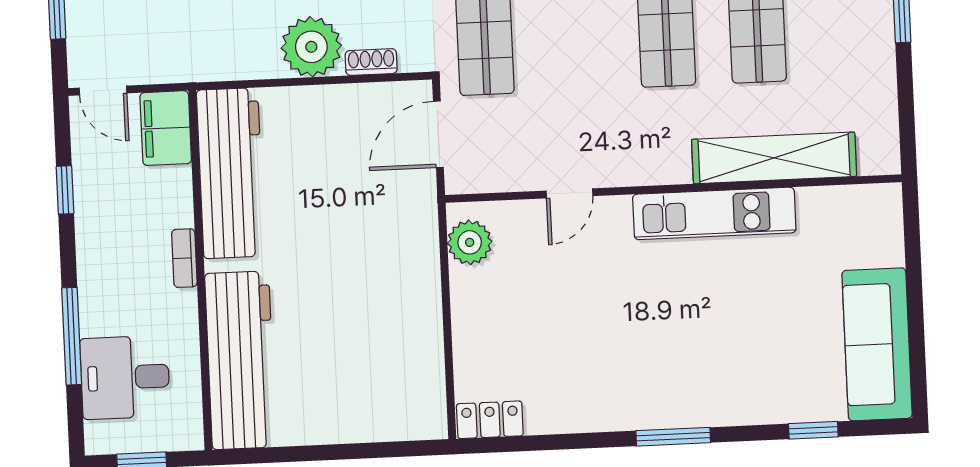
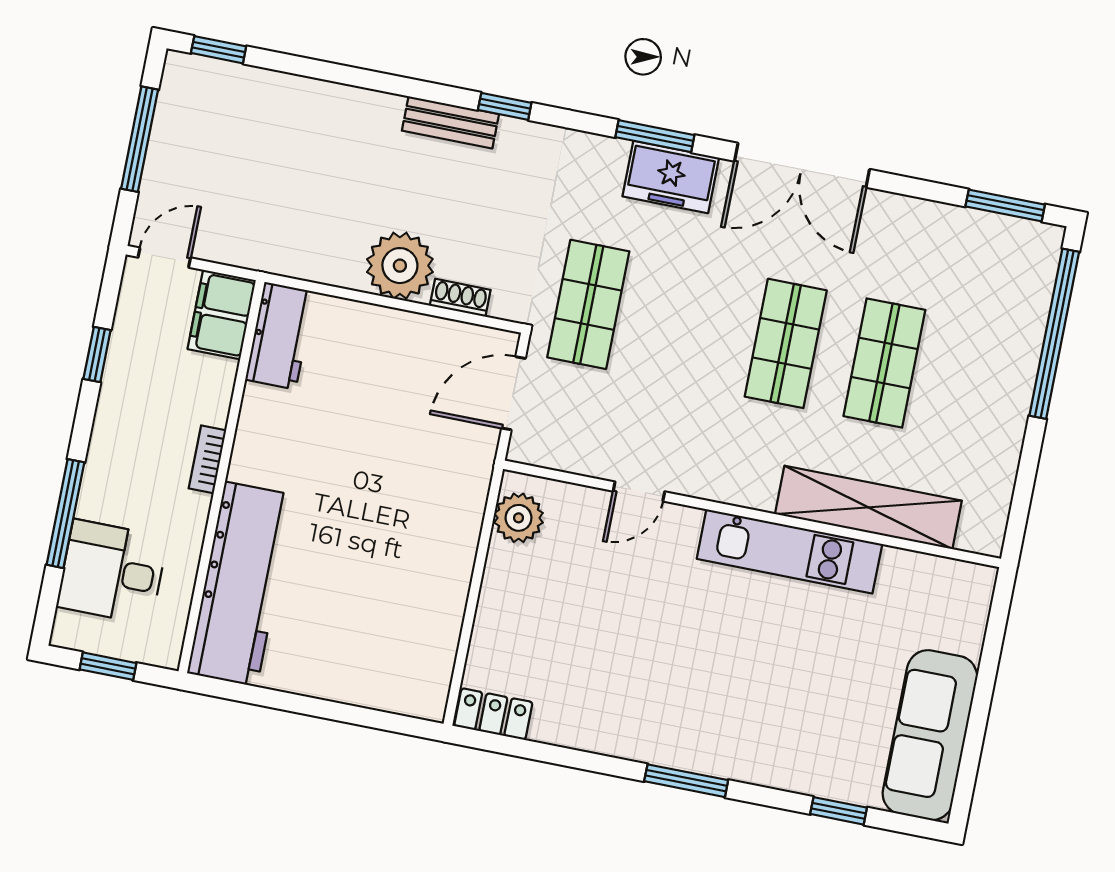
door: (103, 91) -> (164, 258), swing flipped
workbench: (231, 173) -> (280, 336), width x0.53, depth x0.76

